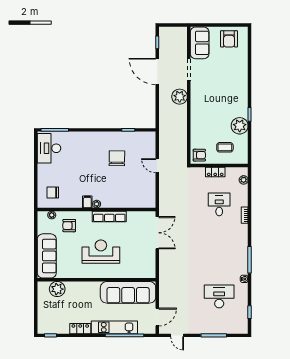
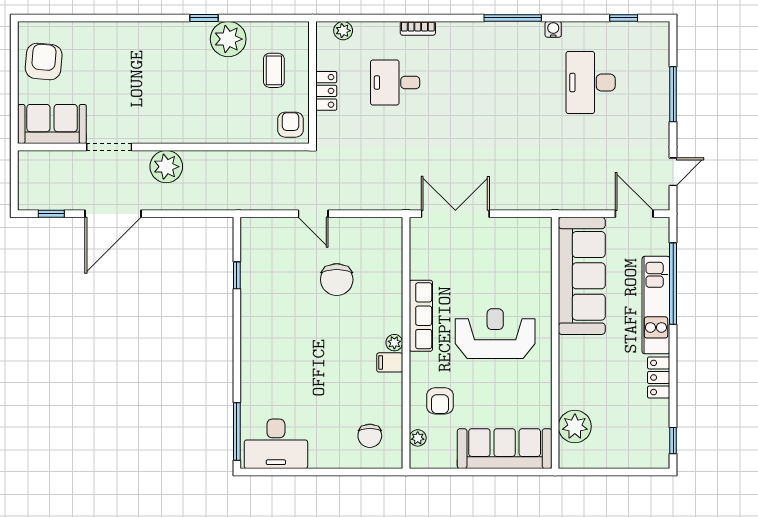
armchair: (229, 39) -> (44, 62), turned -85
chair: (117, 158) -> (337, 280), moved, turned -91
door: (157, 166) -> (313, 214), hinge flipped
reception desk: (101, 252) -> (495, 334), turned 90

